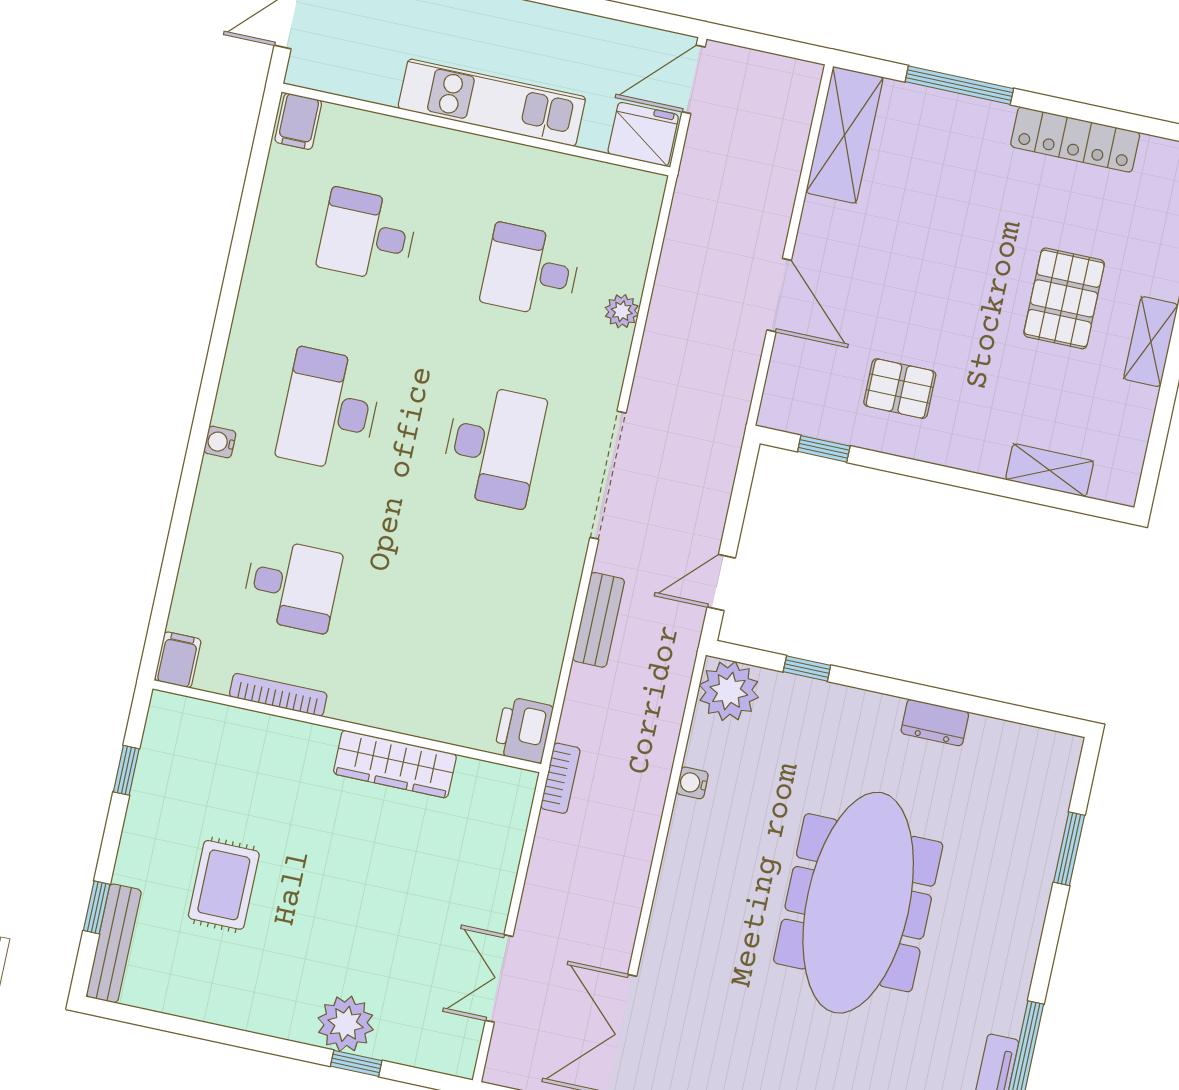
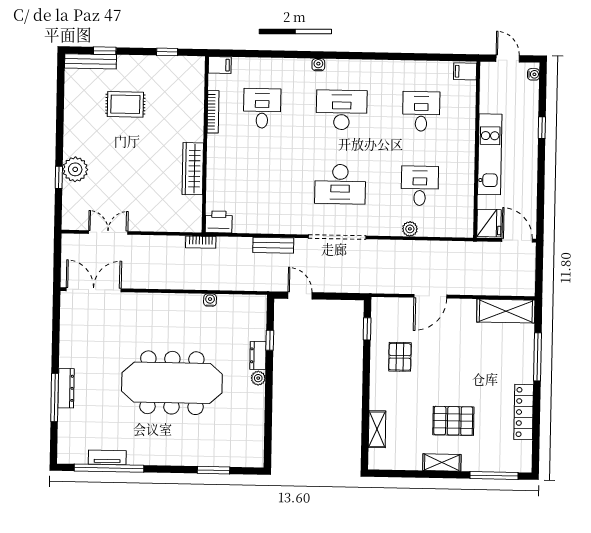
desk: (292, 585) -> (262, 108), turned 180
plant: (729, 691) -> (258, 378), moved, width x0.53, depth x0.53
dresser: (935, 723) -> (258, 355), moved

